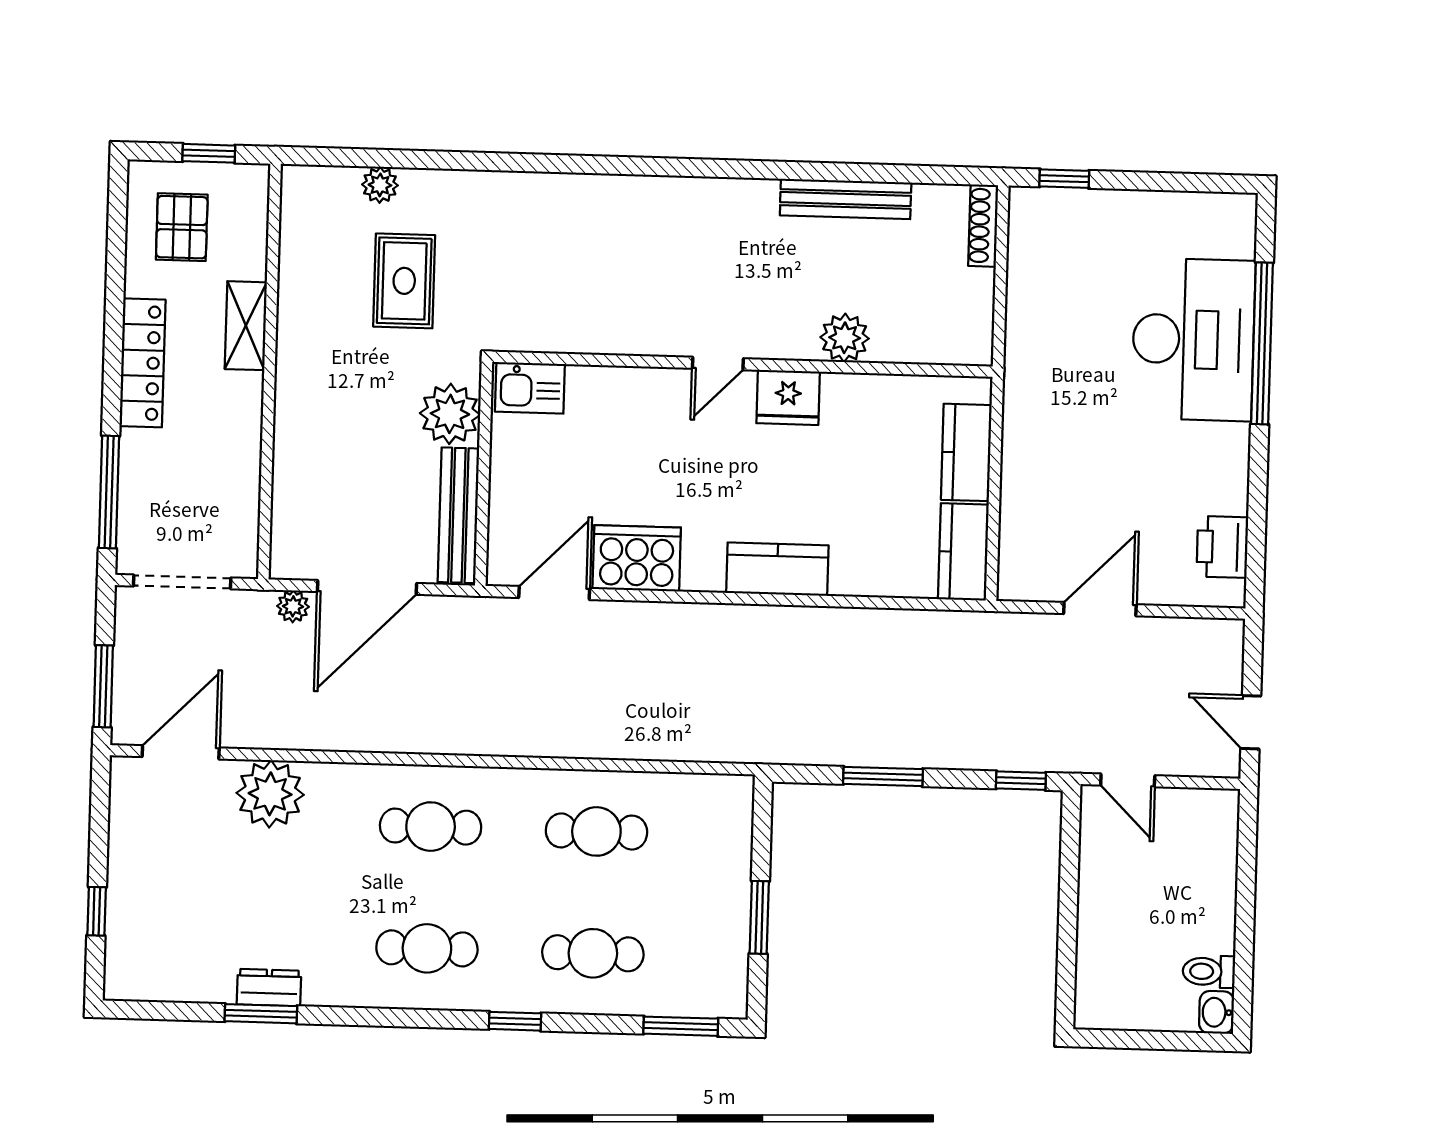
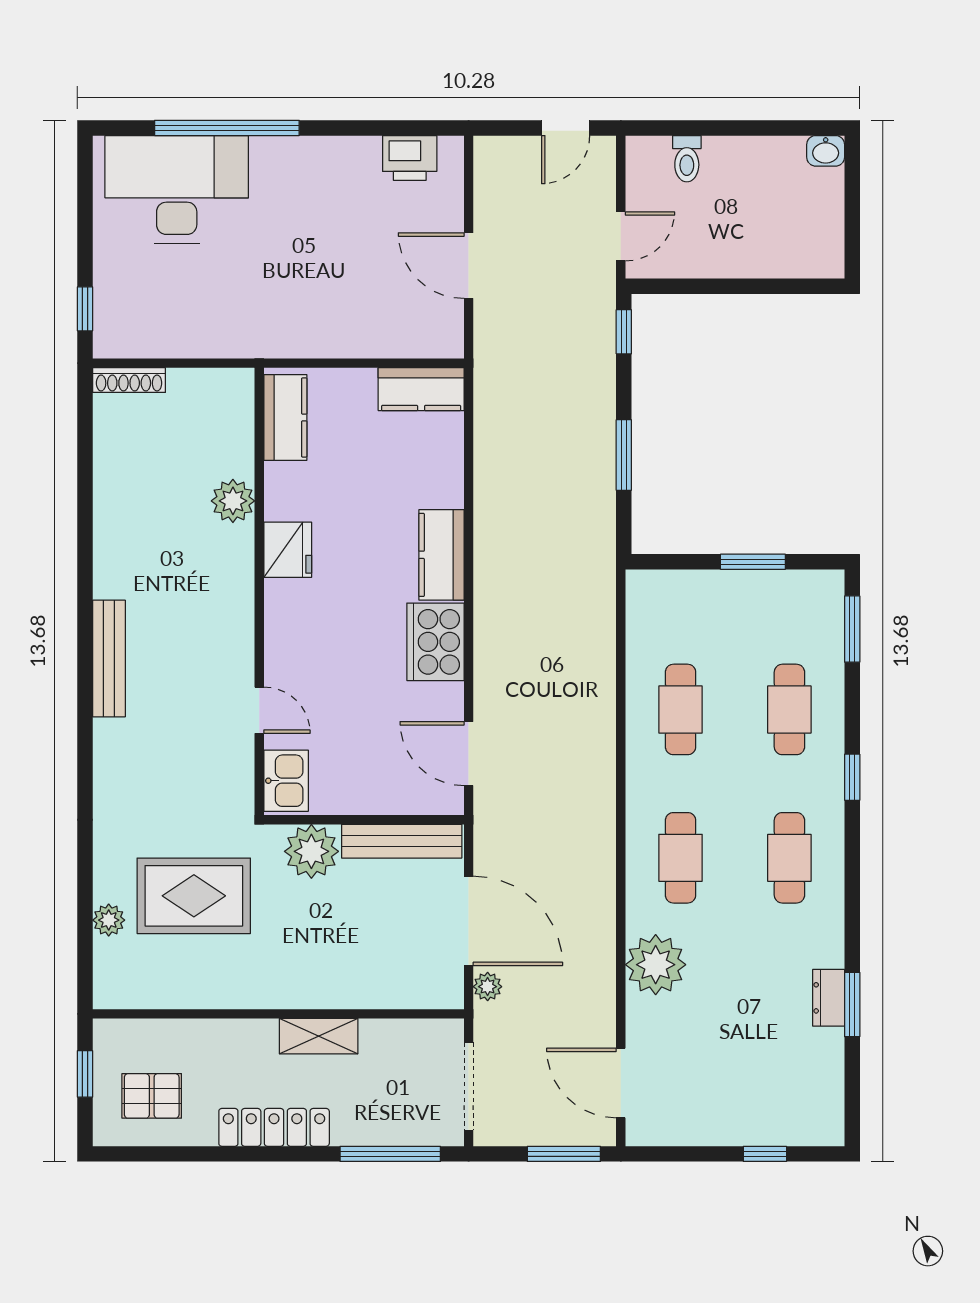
bench: (846, 199) -> (109, 659), moved
rug: (404, 281) -> (194, 896), width x1.36, depth x1.43
shelving: (246, 326) -> (319, 1036), moved
desk: (1193, 339) -> (177, 189), moved
door: (718, 364) -> (259, 710), moved
kitchen counter: (966, 452) -> (285, 417), moved, turned -90
cooker: (637, 558) -> (435, 642), moved
plant: (270, 794) -> (656, 965), moved
toilet: (1209, 972) -> (687, 159), moved

